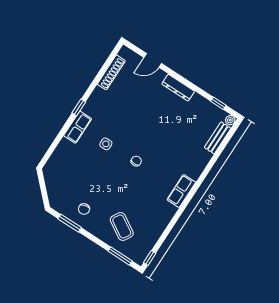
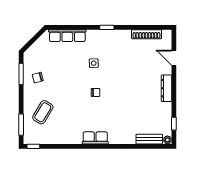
row of seats: (78, 127) -> (67, 36), moved, width x1.48

